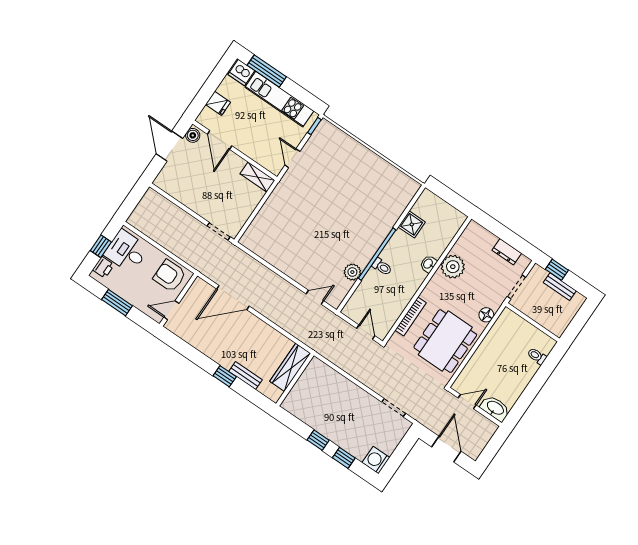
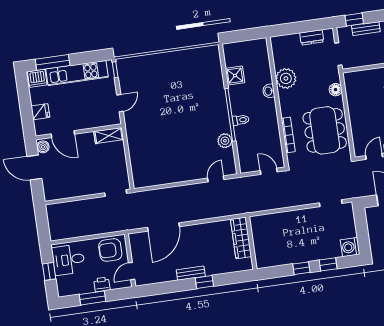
door: (292, 158) -> (120, 103), swing flipped
printer: (103, 267) -> (102, 284), moved, turned -90
bench: (246, 376) -> (191, 273), moved

